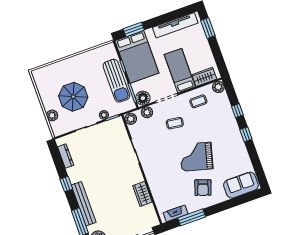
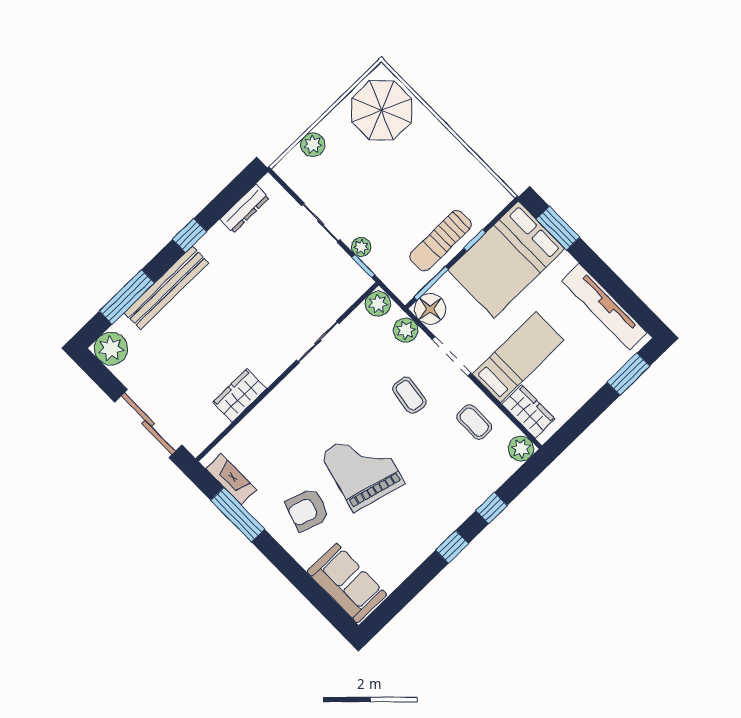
sun lounger: (116, 81) -> (440, 241), width x0.73, depth x0.75
parasol: (73, 97) -> (381, 110), moved

